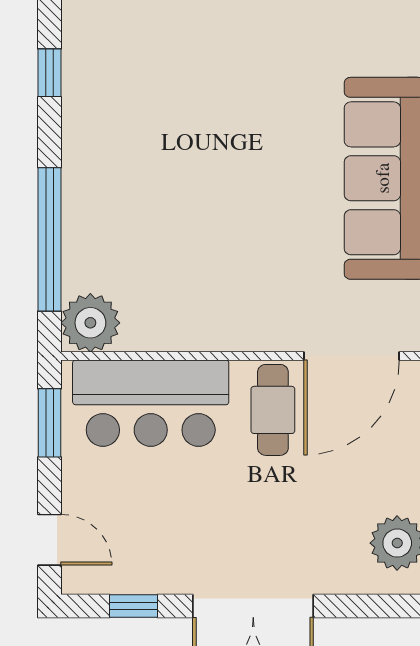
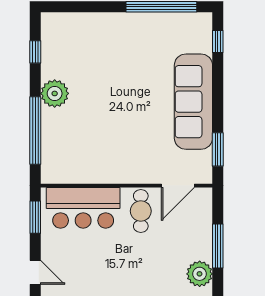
plant: (90, 323) -> (55, 93), moved
door: (351, 356) -> (178, 186), width x0.73

